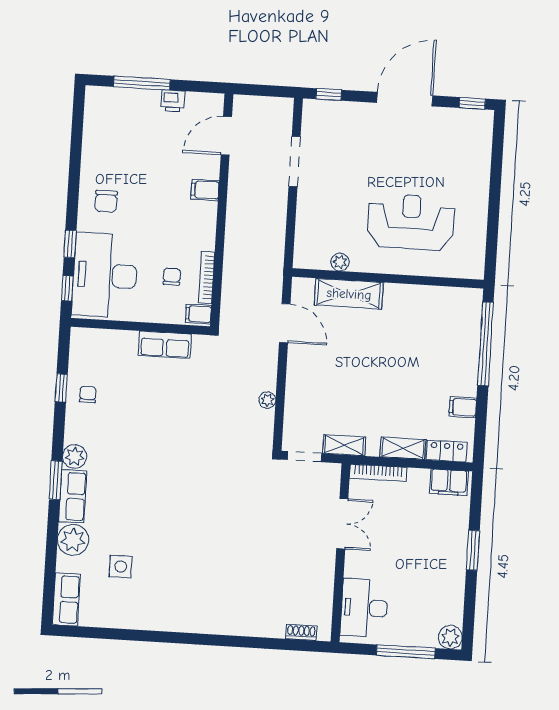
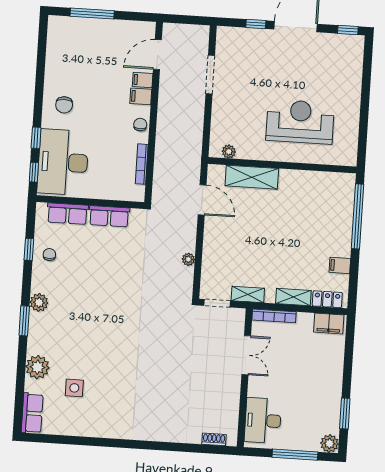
window: (329, 94) -> (256, 24), moved
printer: (173, 101) -> (116, 27), removed
plant: (340, 262) -> (229, 152), moved
chair: (172, 277) -> (140, 125), moved
filing cabinet: (198, 314) -> (143, 80), moved
row of seats: (73, 496) -> (67, 214), moved, turned 90
window: (473, 550) -> (345, 414), moved

